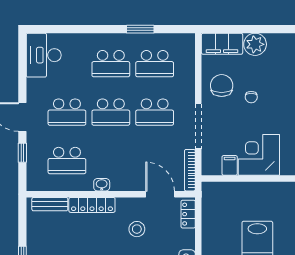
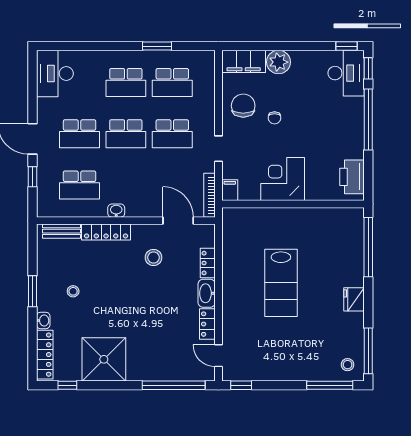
doorway: (198, 126) -> (219, 149), width x0.53
filing cabinet: (230, 165) -> (230, 190), moved
locker: (188, 214) -> (208, 263), moved

